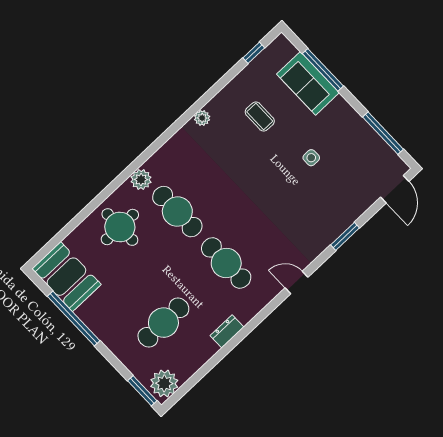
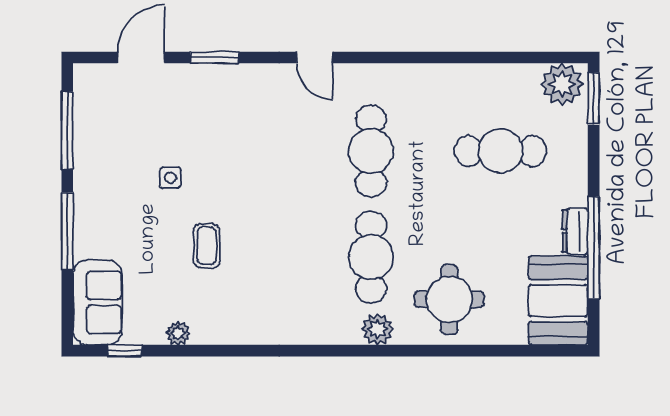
window: (323, 70) -> (67, 231), moved
sofa: (308, 83) -> (98, 302), moved
coffee table: (260, 116) -> (207, 246), moved
plant: (202, 118) -> (178, 333), moved
door: (395, 189) -> (141, 58), moved
dresser: (227, 331) -> (575, 231), moved, turned 90

